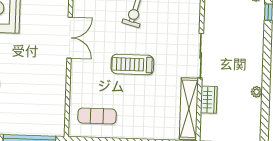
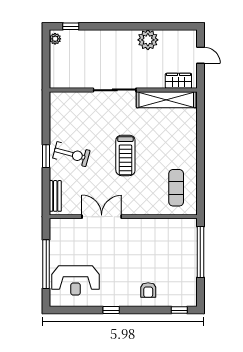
plant: (257, 92) -> (148, 40), width x1.88, depth x1.88
wardrobe: (209, 100) -> (178, 81), moved

